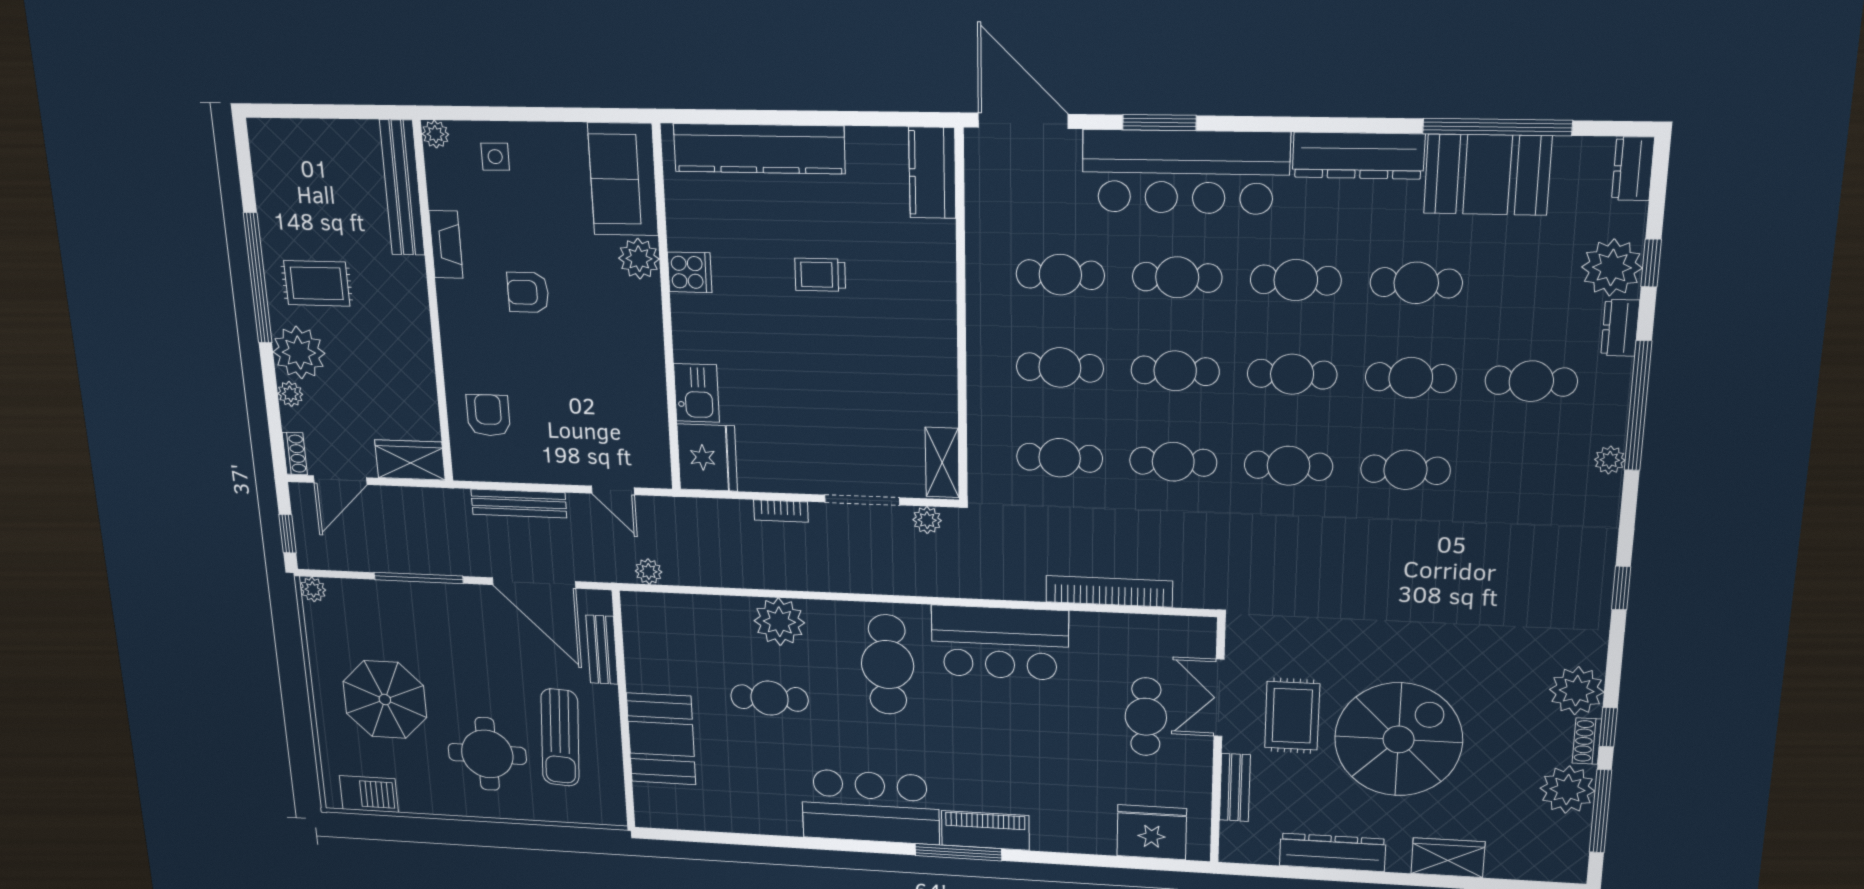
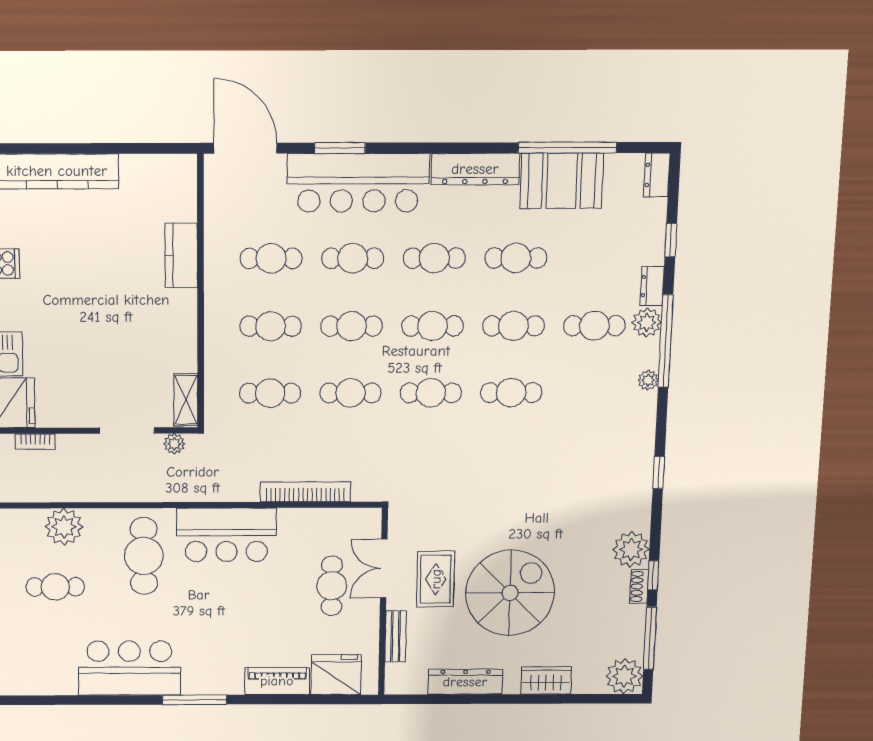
kitchen counter: (932, 173) -> (181, 255), moved
plant: (1612, 268) -> (647, 323), moved, width x0.73, depth x0.73
trolley: (820, 275) -> (99, 263), removed
bookcase: (781, 511) -> (35, 442), moved
plant: (1567, 790) -> (624, 676), moved
piano: (985, 830) -> (277, 681), moved

